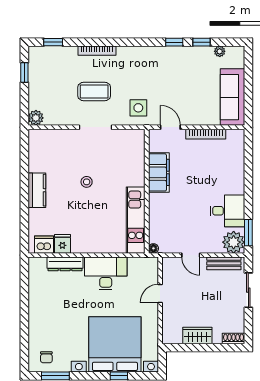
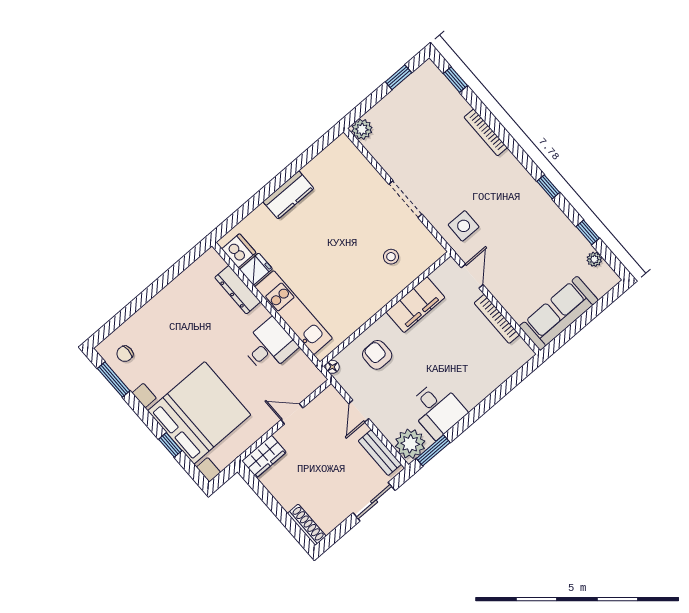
window: (174, 42) -> (548, 187), moved
coffee table: (94, 92) -> (441, 166), removed
stool: (87, 182) -> (391, 257), moved
armchair: (168, 218) -> (377, 355), added
kitchen unit: (136, 220) -> (293, 313), moved, turned 90
desk: (106, 273) -> (269, 346), width x0.73
wardrobe: (197, 336) -> (264, 457), moved, turned 90
shoe rack: (234, 339) -> (307, 525), width x1.43

